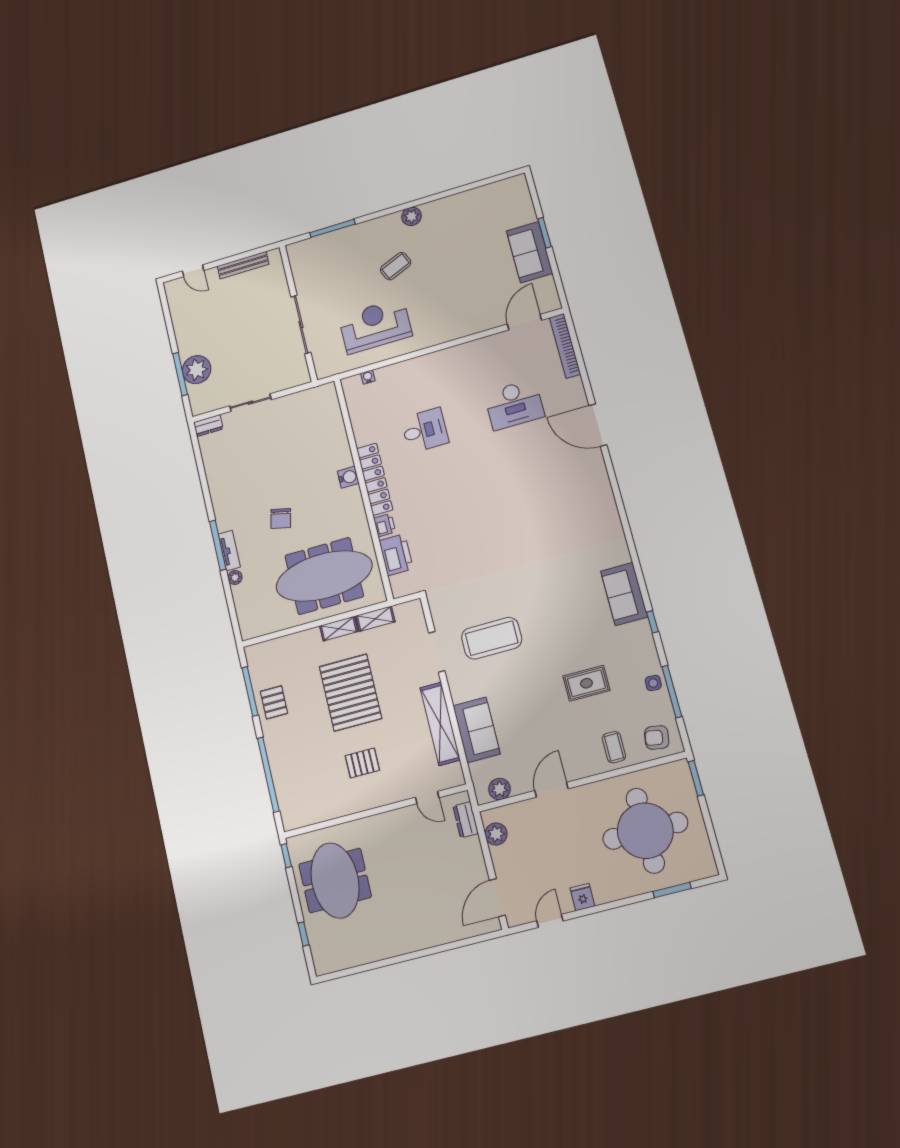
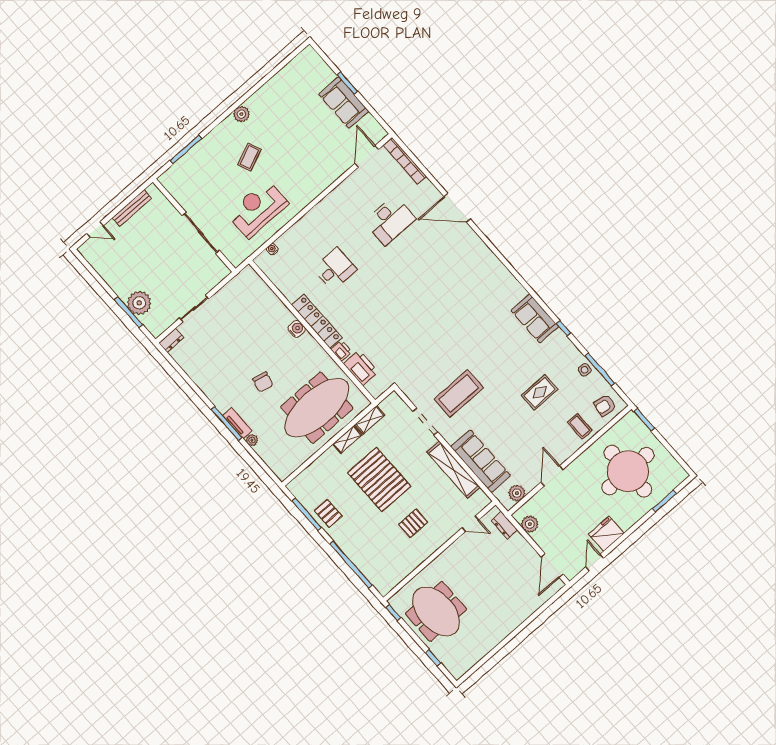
sofa: (477, 730) -> (481, 461), width x1.36
fridge: (582, 897) -> (606, 534), width x1.88, depth x1.34

